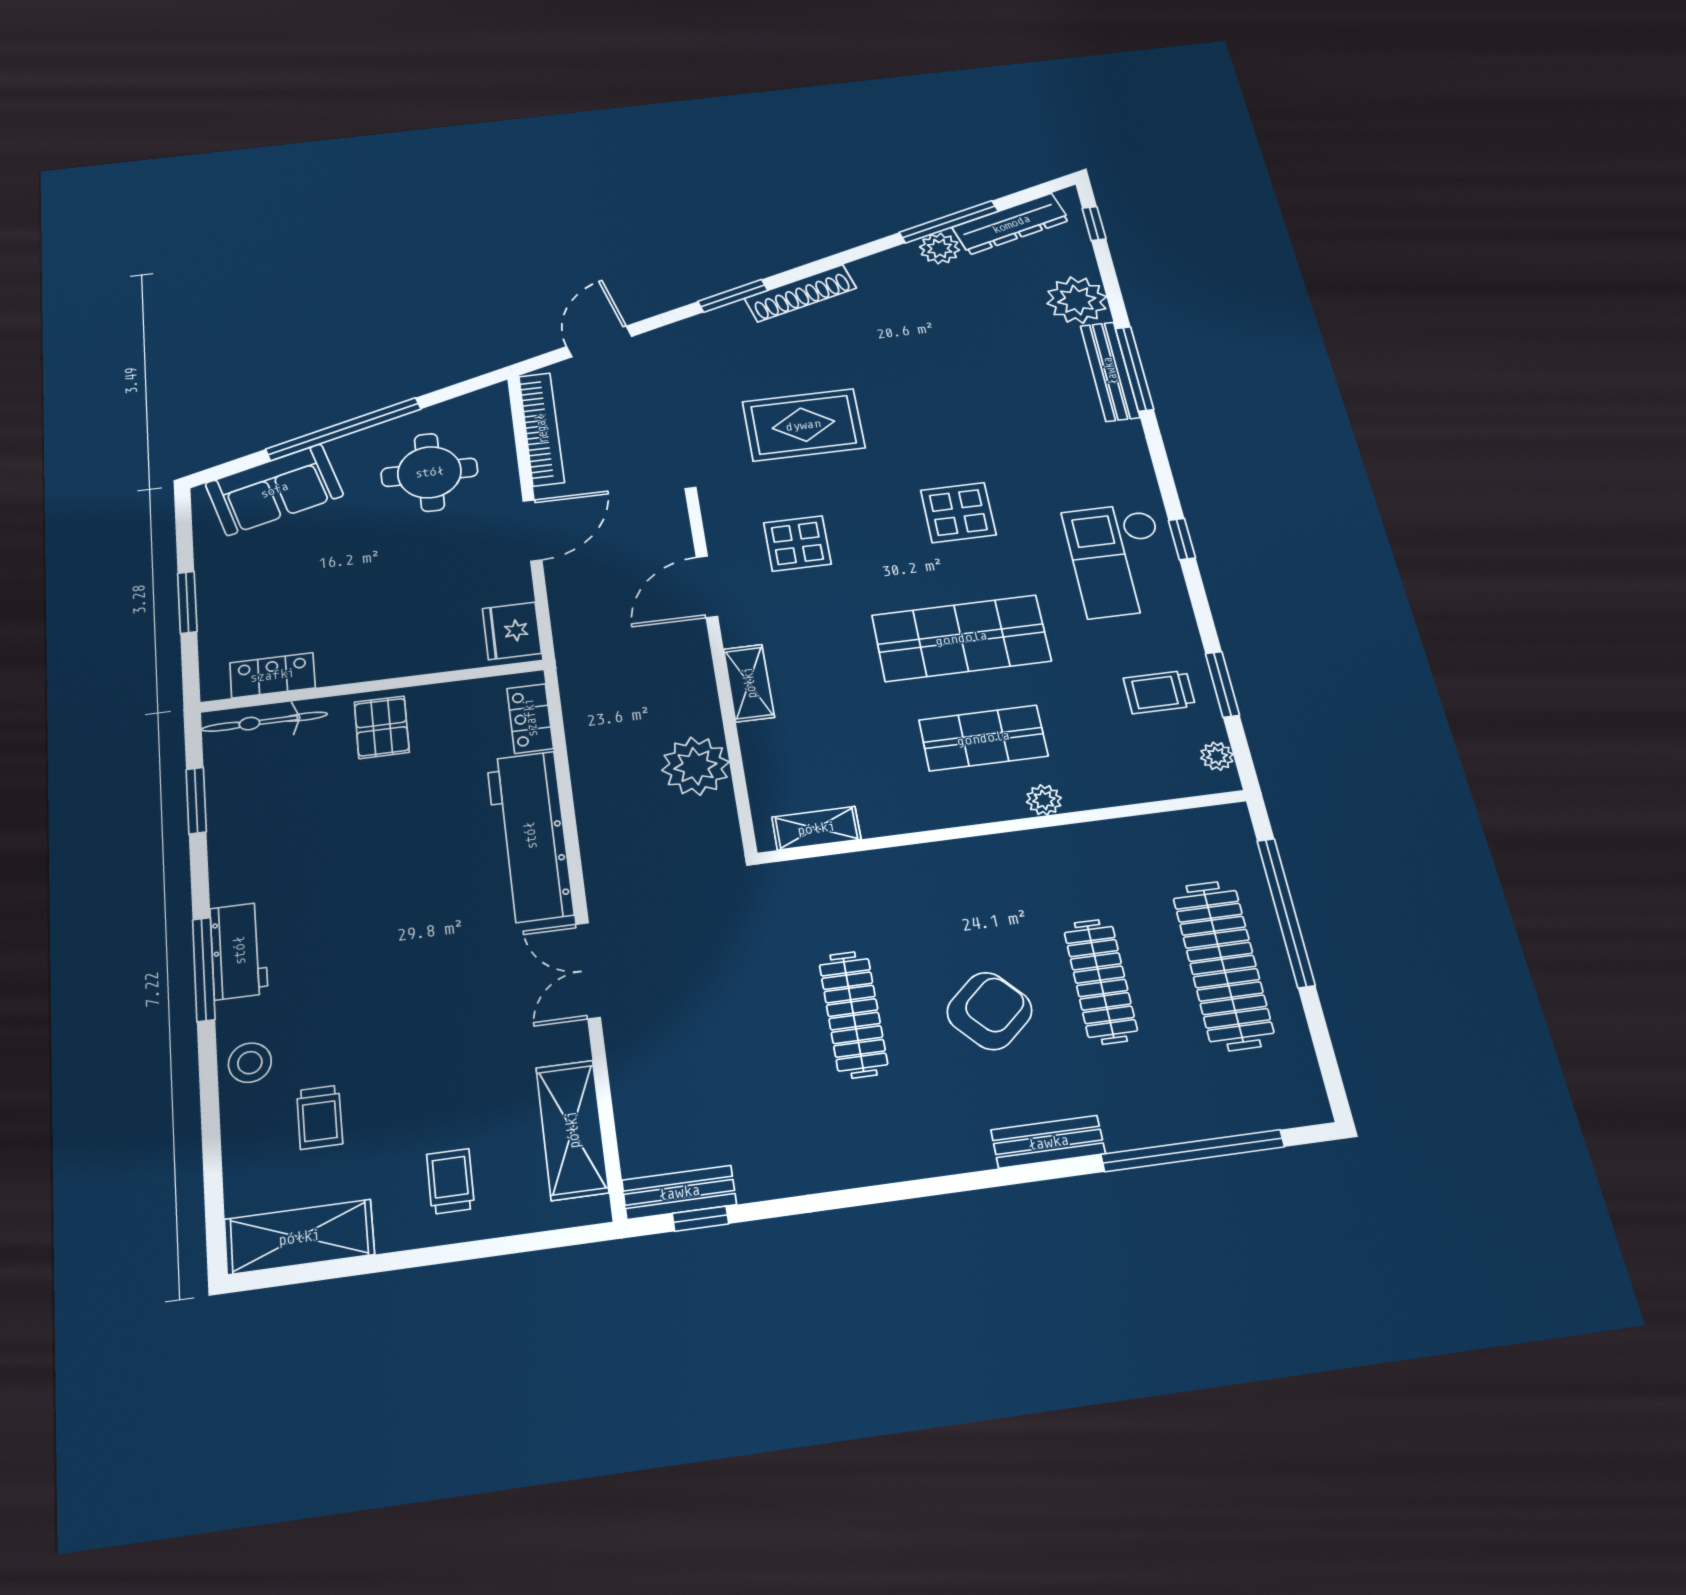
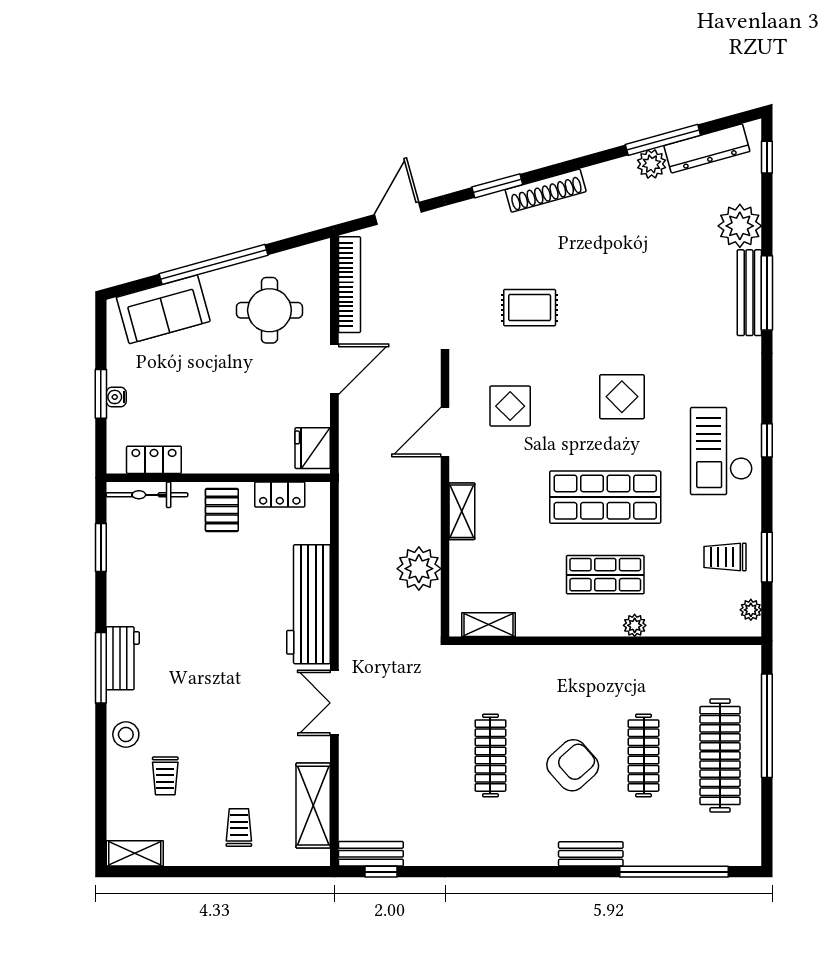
rug: (803, 425) -> (530, 308), width x0.73, depth x0.70
water cooler: (211, 603) -> (116, 397), added
locker: (530, 718) -> (280, 494), moved, turned -90
shelving: (299, 1237) -> (135, 853), width x0.67, depth x0.75

